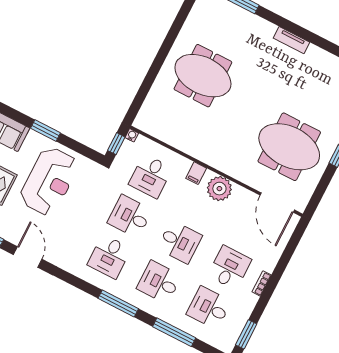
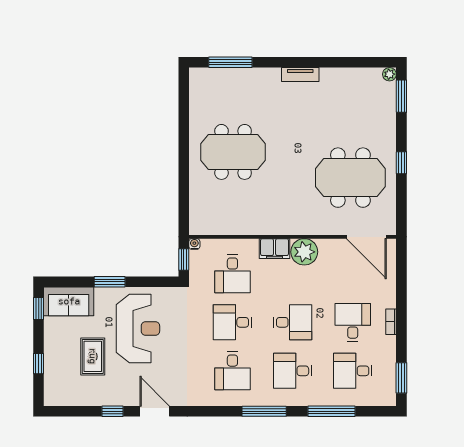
filing cabinet: (196, 173) -> (275, 249), width x2.00

